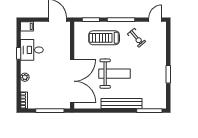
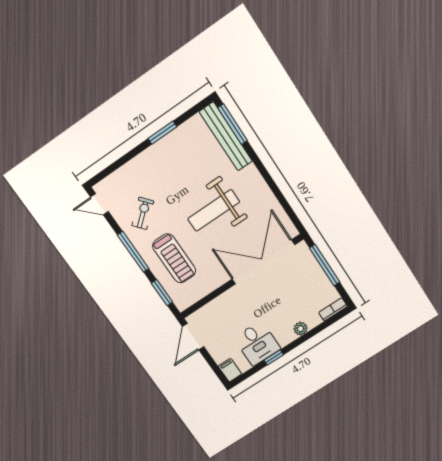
weight bench: (115, 74) -> (214, 210), turned -90
bench: (122, 104) -> (226, 136), moved

